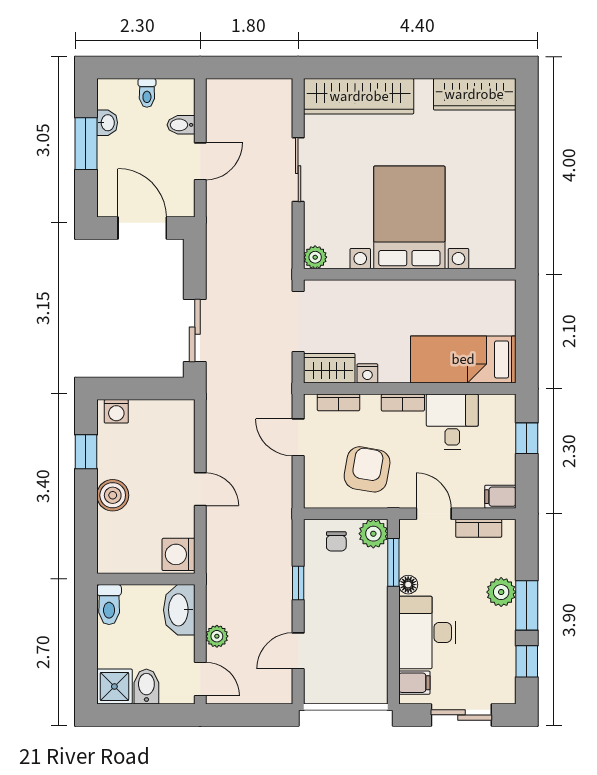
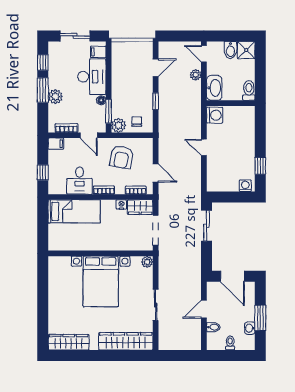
boiler: (113, 495) -> (247, 144), removed

